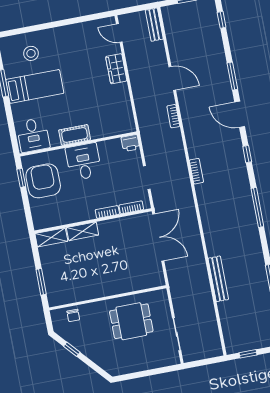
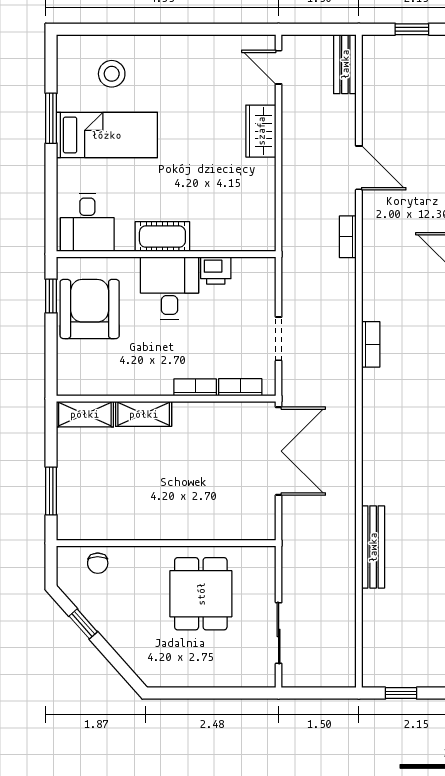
printer: (130, 143) -> (216, 270), moved
dining table: (131, 321) -> (201, 594), turned 90

